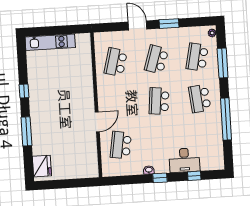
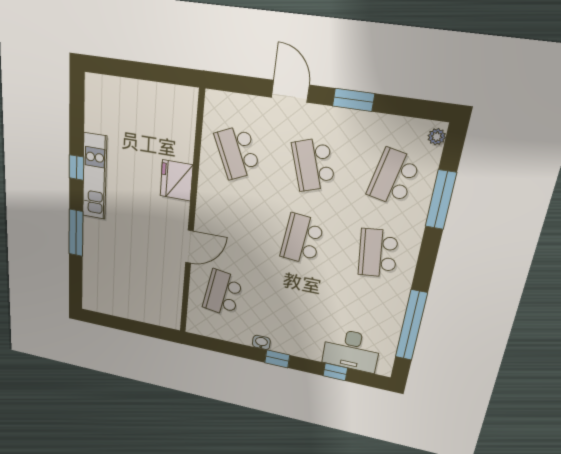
kitchen unit: (50, 42) -> (94, 177), moved, turned -90
school desk: (156, 59) -> (313, 165), turned -36
school desk: (116, 62) -> (237, 152), turned -39
window: (226, 119) -> (411, 325), moved
desk: (184, 160) -> (351, 350), moved
fridge: (42, 166) -> (176, 180), moved, turned 180

